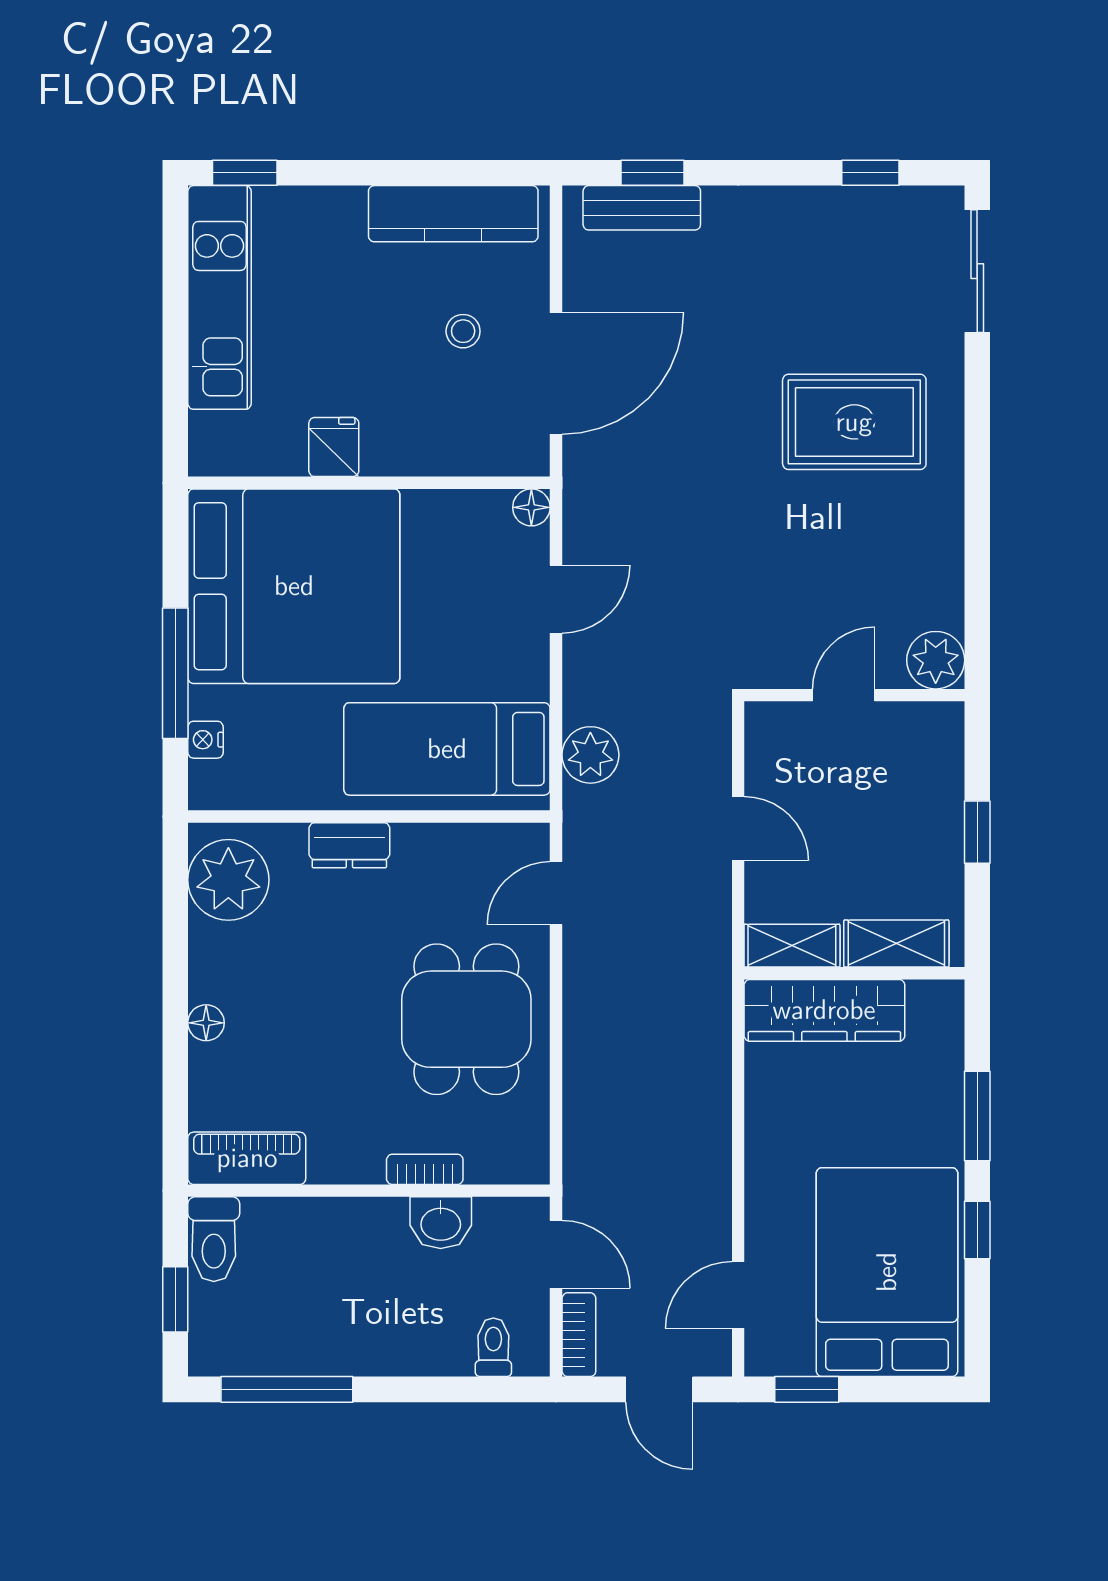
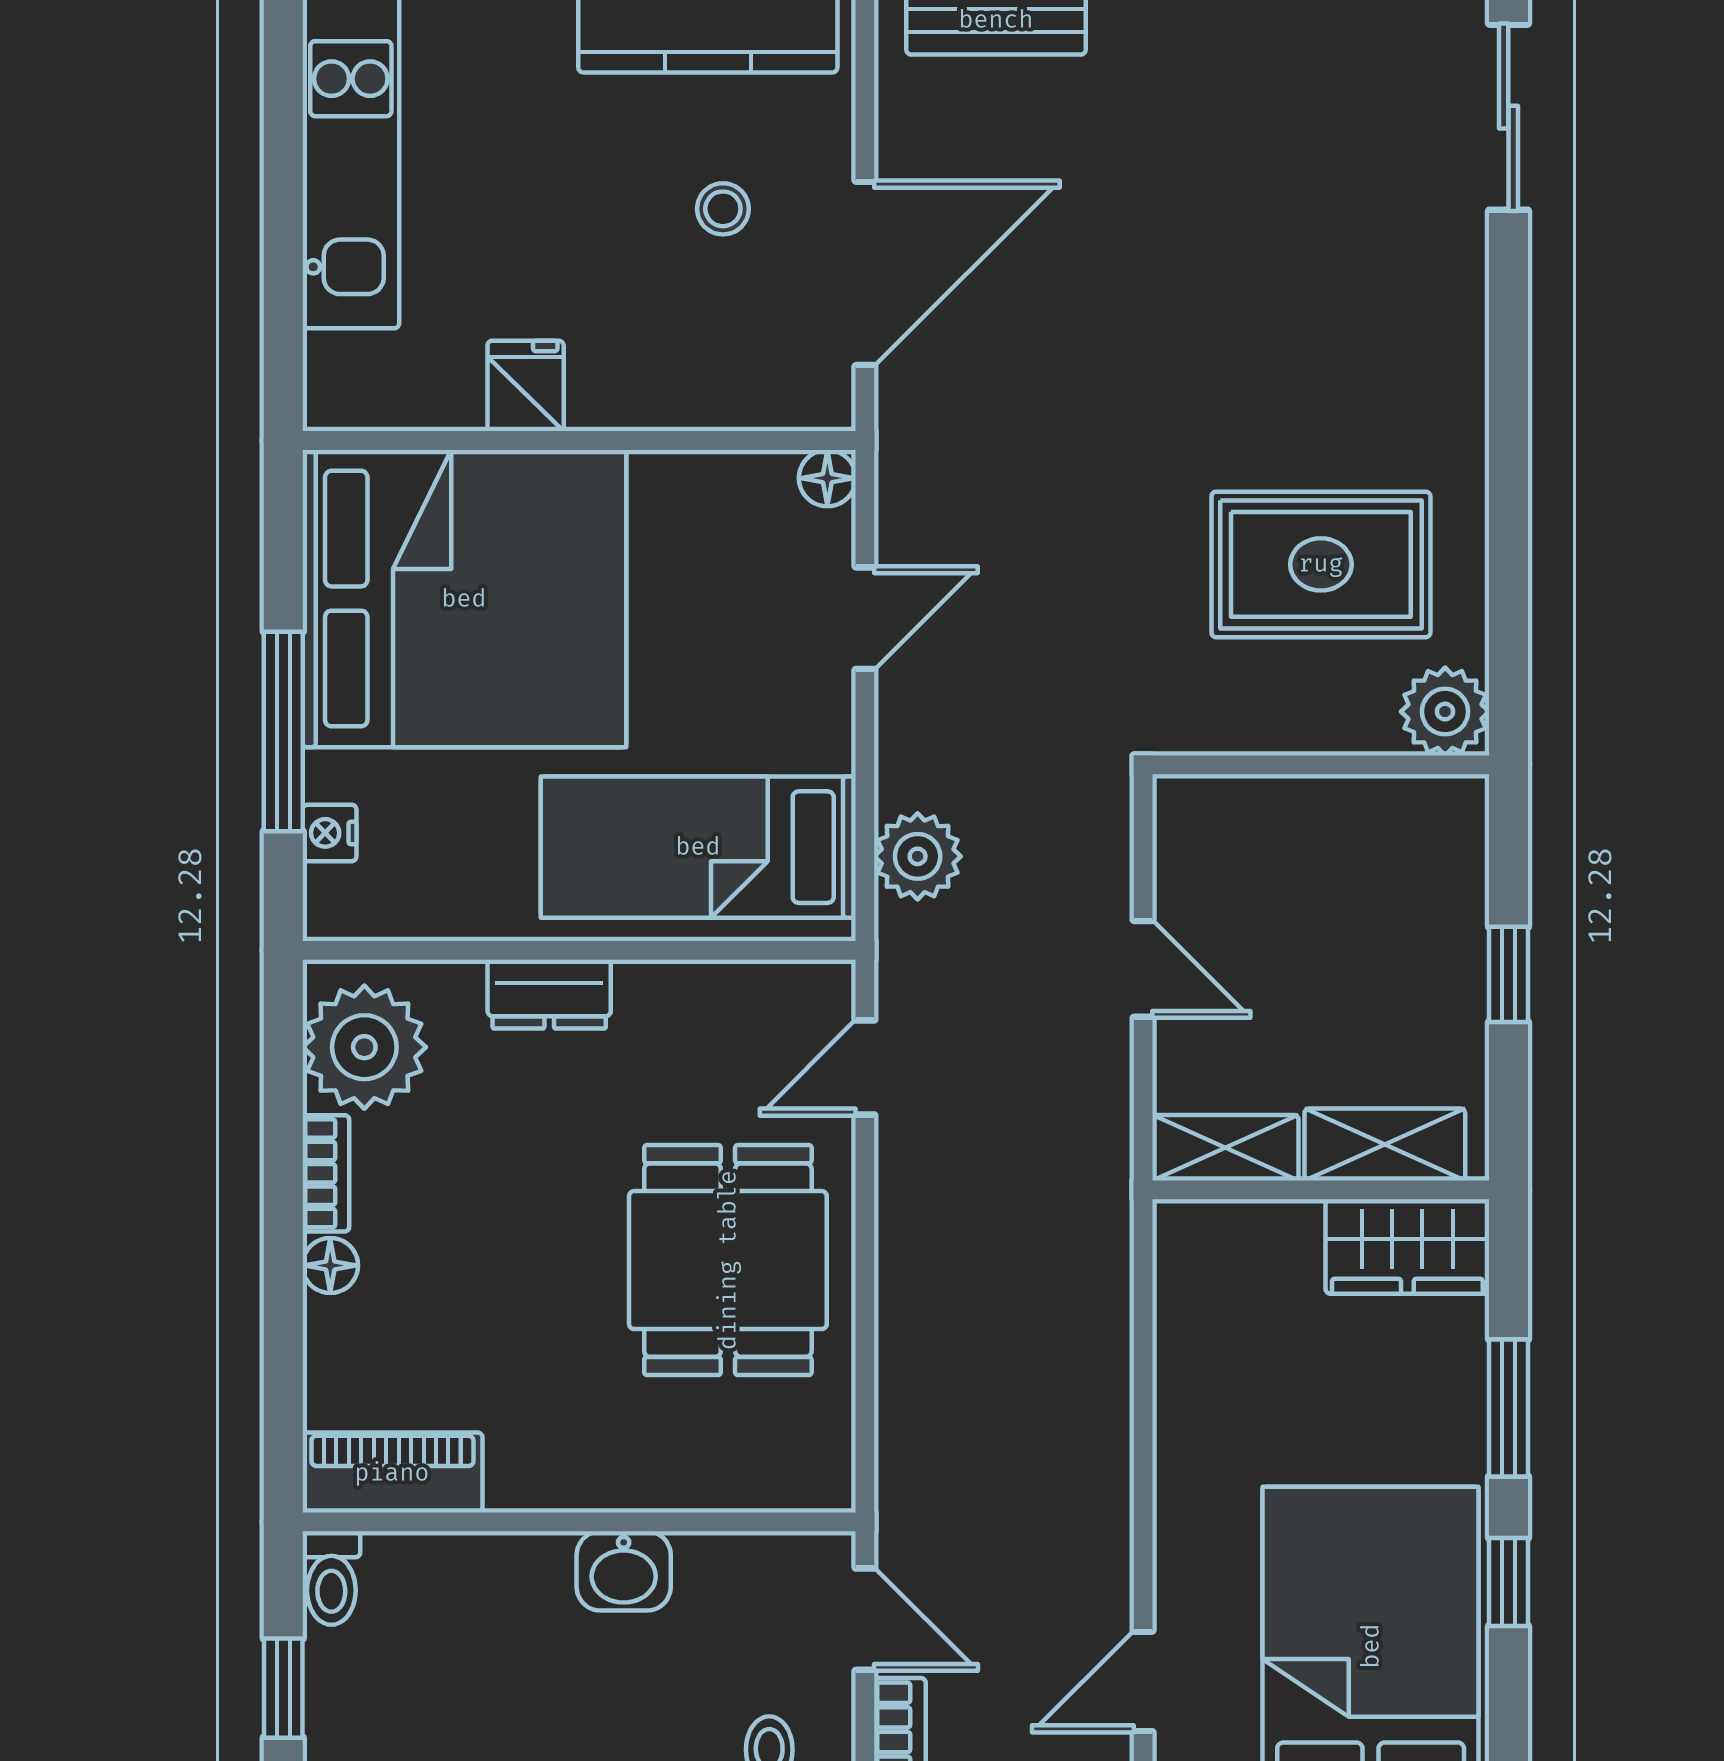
rug: (854, 422) -> (1321, 564), moved
door: (844, 695) -> (1304, 765), removed
wardrobe: (824, 1010) -> (1407, 1246), moved, width x0.67
bookcase: (425, 1169) -> (326, 1173), moved, turned 90
washbasin: (441, 1223) -> (624, 1571), moved
toilet: (214, 1239) -> (331, 1578), width x0.73, depth x0.72

